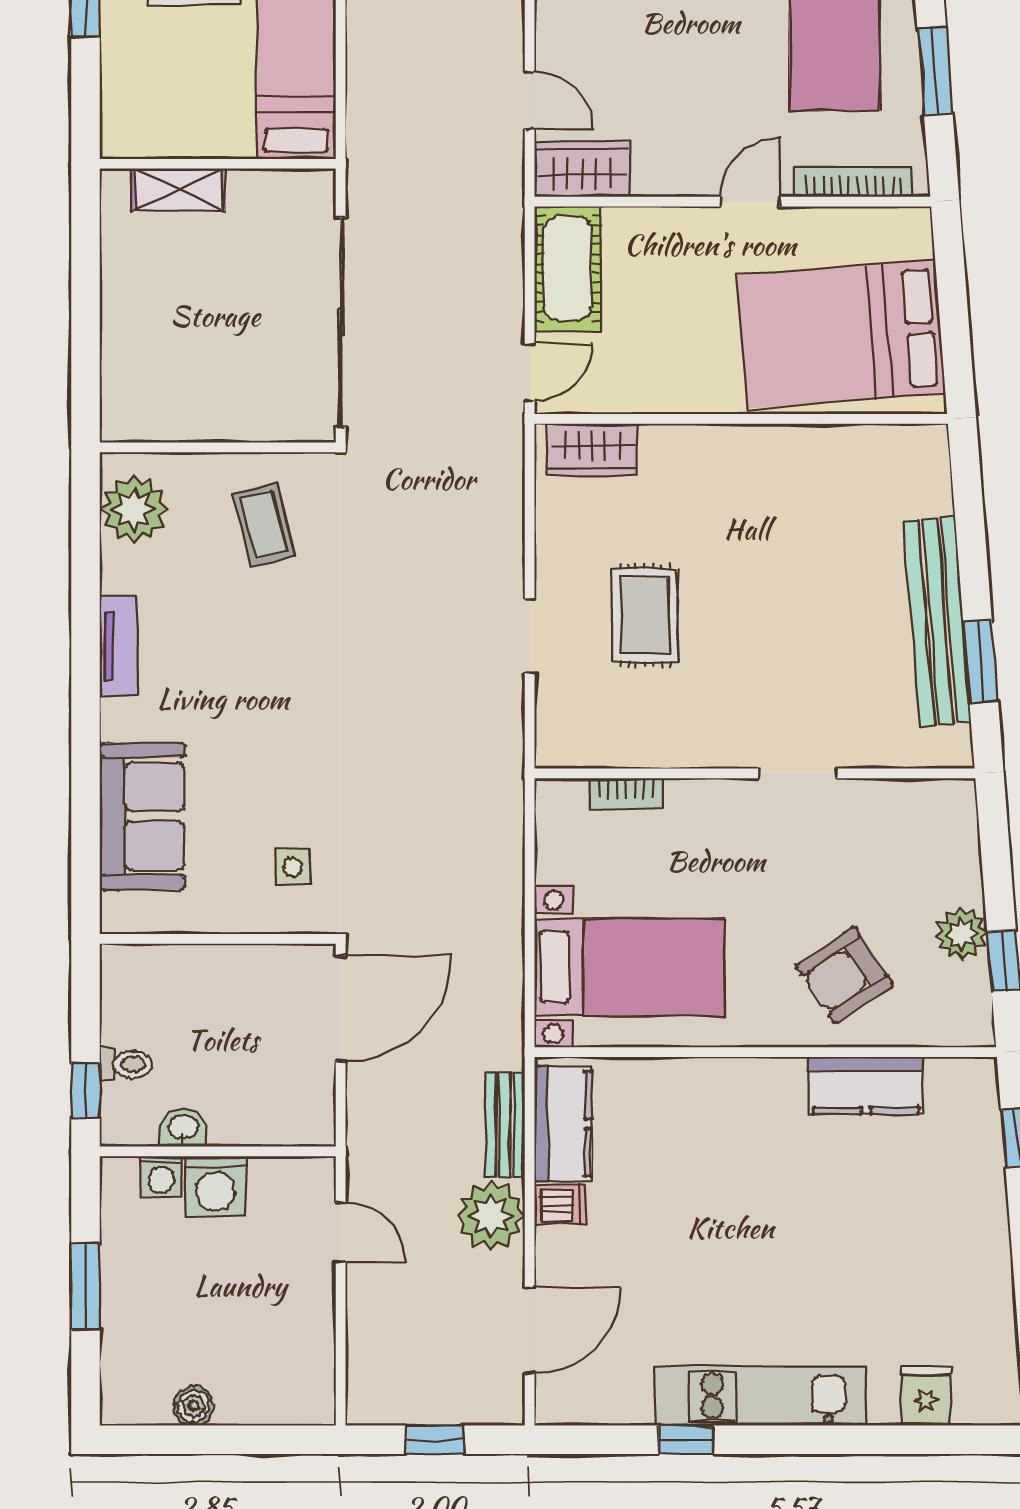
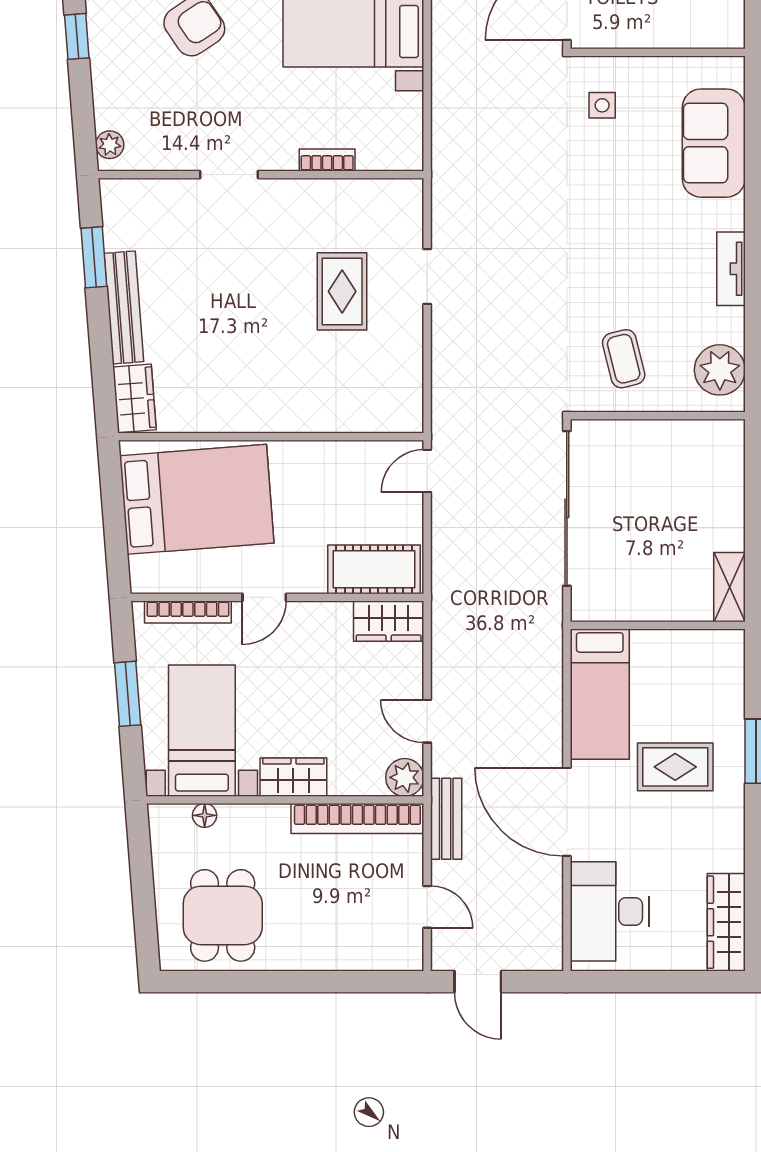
door: (530, 100) -> (427, 721), moved
shelving: (178, 190) -> (729, 587), moved, turned 90
cot: (568, 269) -> (374, 569), moved, turned 90
wardrobe: (592, 450) -> (135, 398), moved, turned 86
bench: (938, 622) -> (124, 307), width x0.73, depth x0.82
bookcase: (626, 793) -> (327, 160), moved
plant: (961, 934) -> (110, 145), moved, width x0.73, depth x0.73

